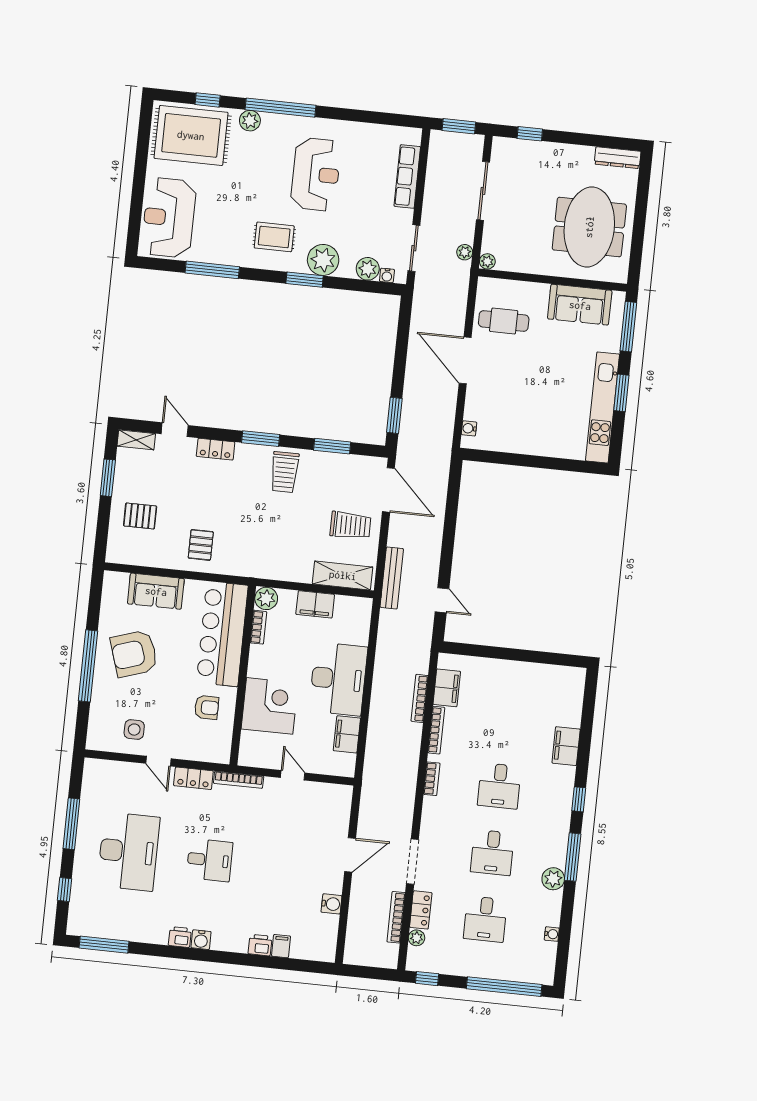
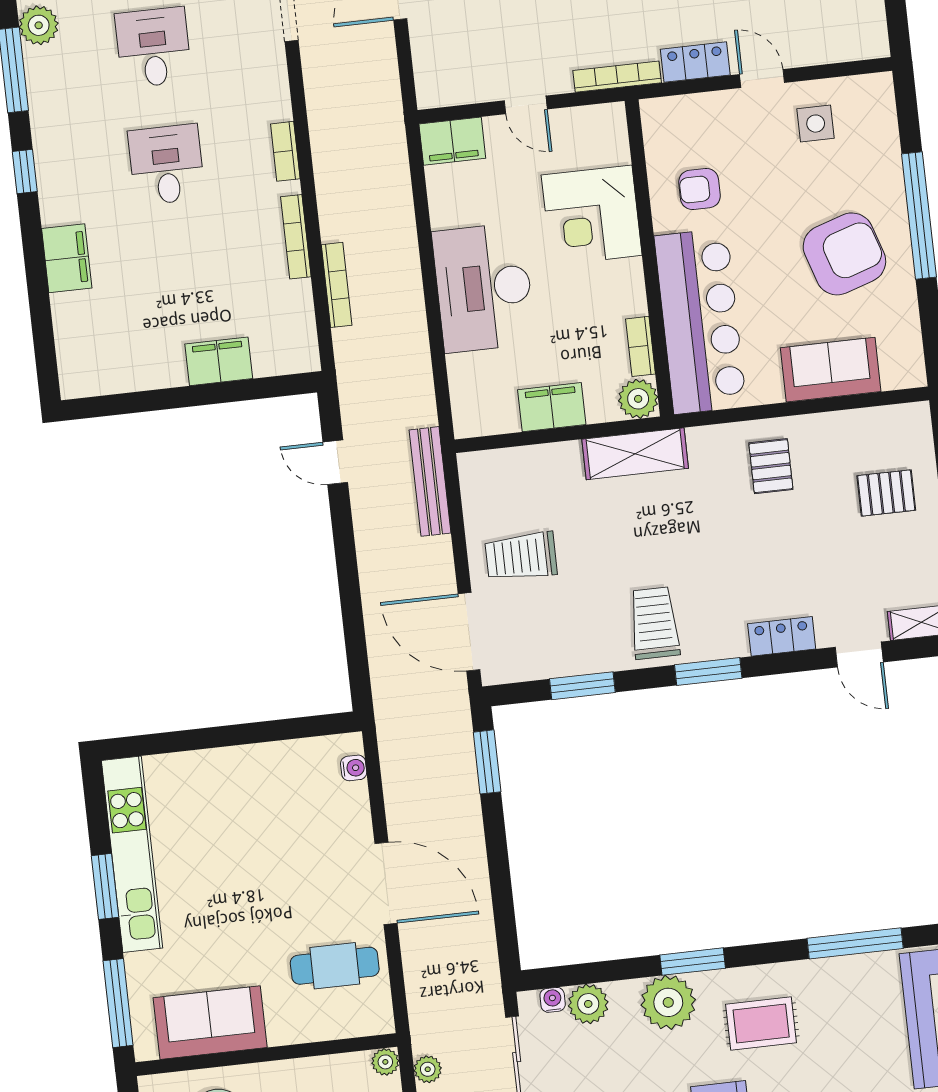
shelving: (343, 575) -> (635, 454), moved
filing cabinet: (447, 688) -> (219, 361), moved, turned 90
filing cabinet: (347, 734) -> (452, 141), moved, turned 90

